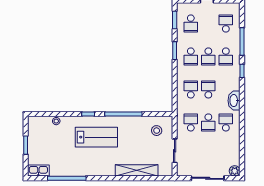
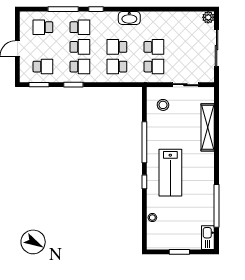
school desk: (191, 122) -> (154, 67), turned 180
school desk: (226, 122) -> (154, 27), removed
lab bench: (96, 137) -> (170, 173), turned 180

